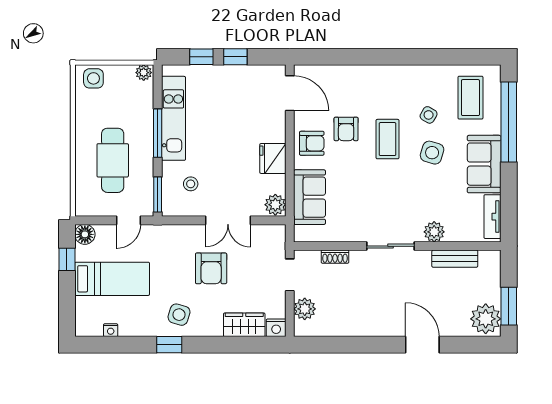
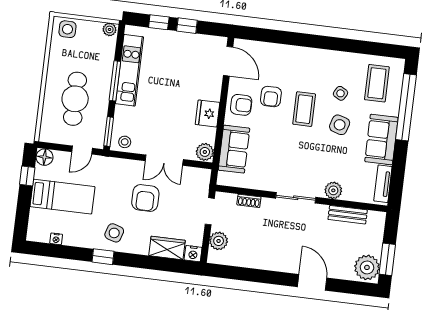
stool: (191, 184) -> (125, 142), moved

